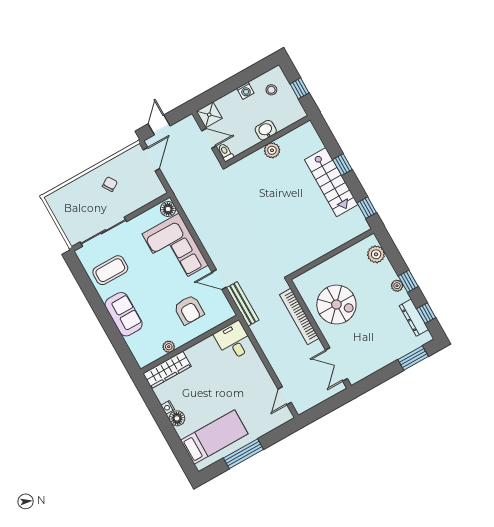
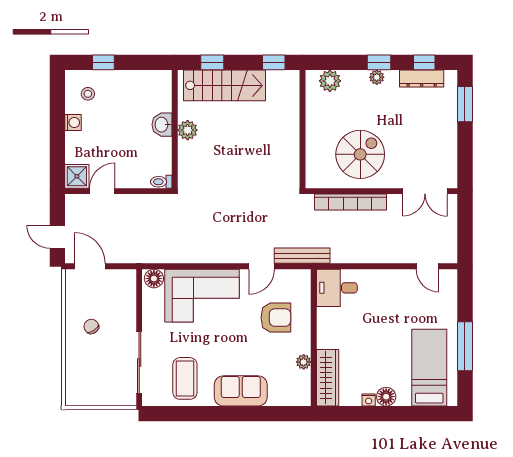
washbasin: (266, 130) -> (162, 125), moved
wall: (268, 141) -> (175, 129), moved
plant: (272, 150) -> (188, 130), moved
toilet: (225, 152) -> (161, 182), moved

